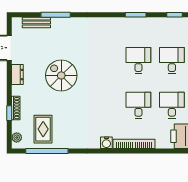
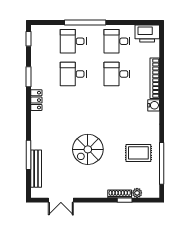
bench: (36, 22) -> (36, 169), width x1.36
locker: (112, 23) -> (36, 100), added
dresser: (17, 75) -> (87, 192), removed
rug: (43, 129) -> (138, 153), moved
plant: (17, 137) -> (137, 193), moved

